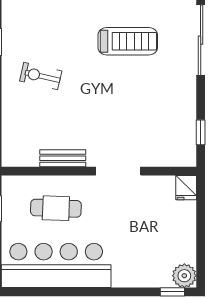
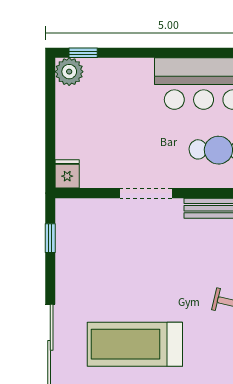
treadmill: (128, 41) -> (135, 344), width x1.37, depth x1.38

